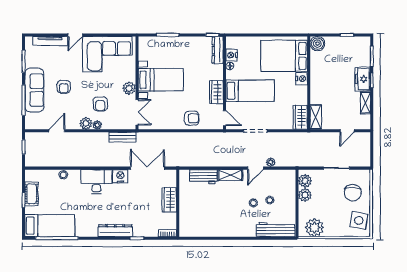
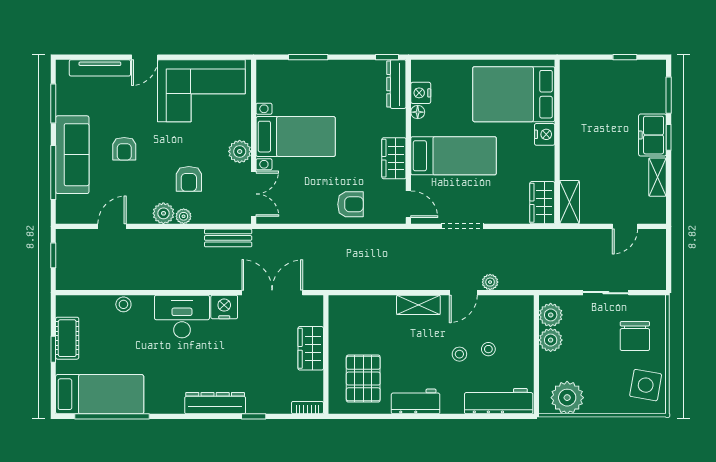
boiler: (317, 44) -> (573, 73), removed
workbench: (203, 177) -> (416, 401), moved, turned 180
pallet: (199, 217) -> (363, 379), added

